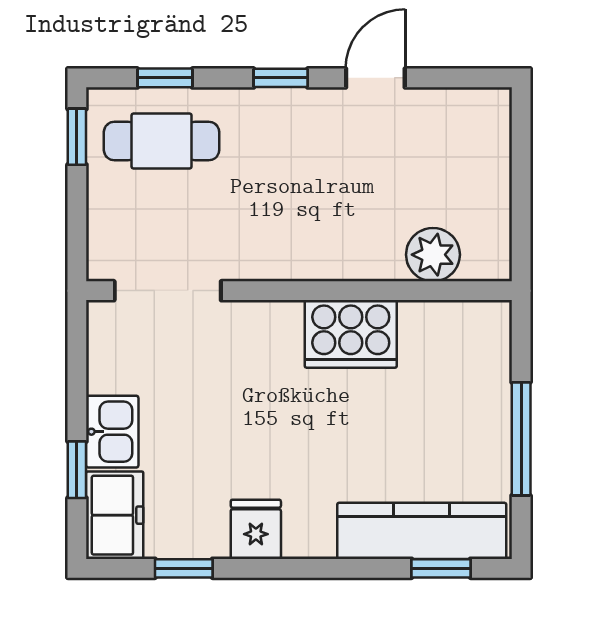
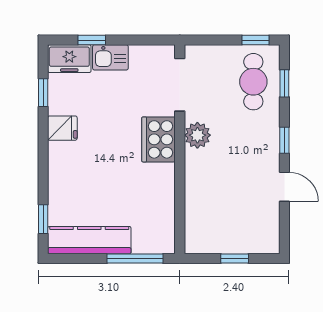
window: (521, 179) -> (235, 259), added
plant: (433, 255) -> (197, 135), moved
cooker: (351, 334) -> (158, 139), moved
window: (521, 439) -> (135, 259), moved
kitchen counter: (422, 531) -> (89, 240), moved, turned -90

